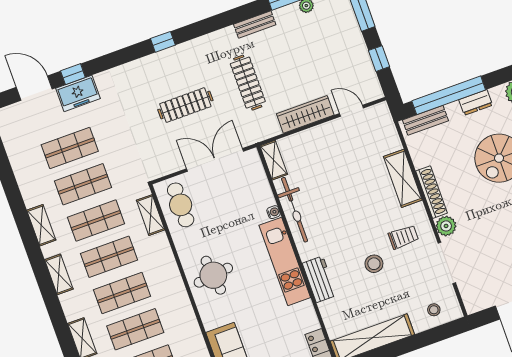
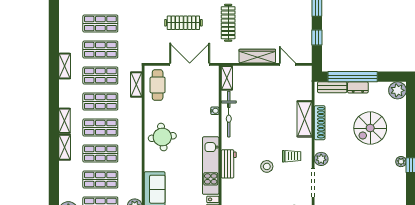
dresser: (476, 102) -> (358, 87), moved
shoe rack: (431, 192) -> (320, 123), moved
kitchen unit: (285, 261) -> (211, 166), moved
shelving: (59, 274) -> (64, 121), moved

